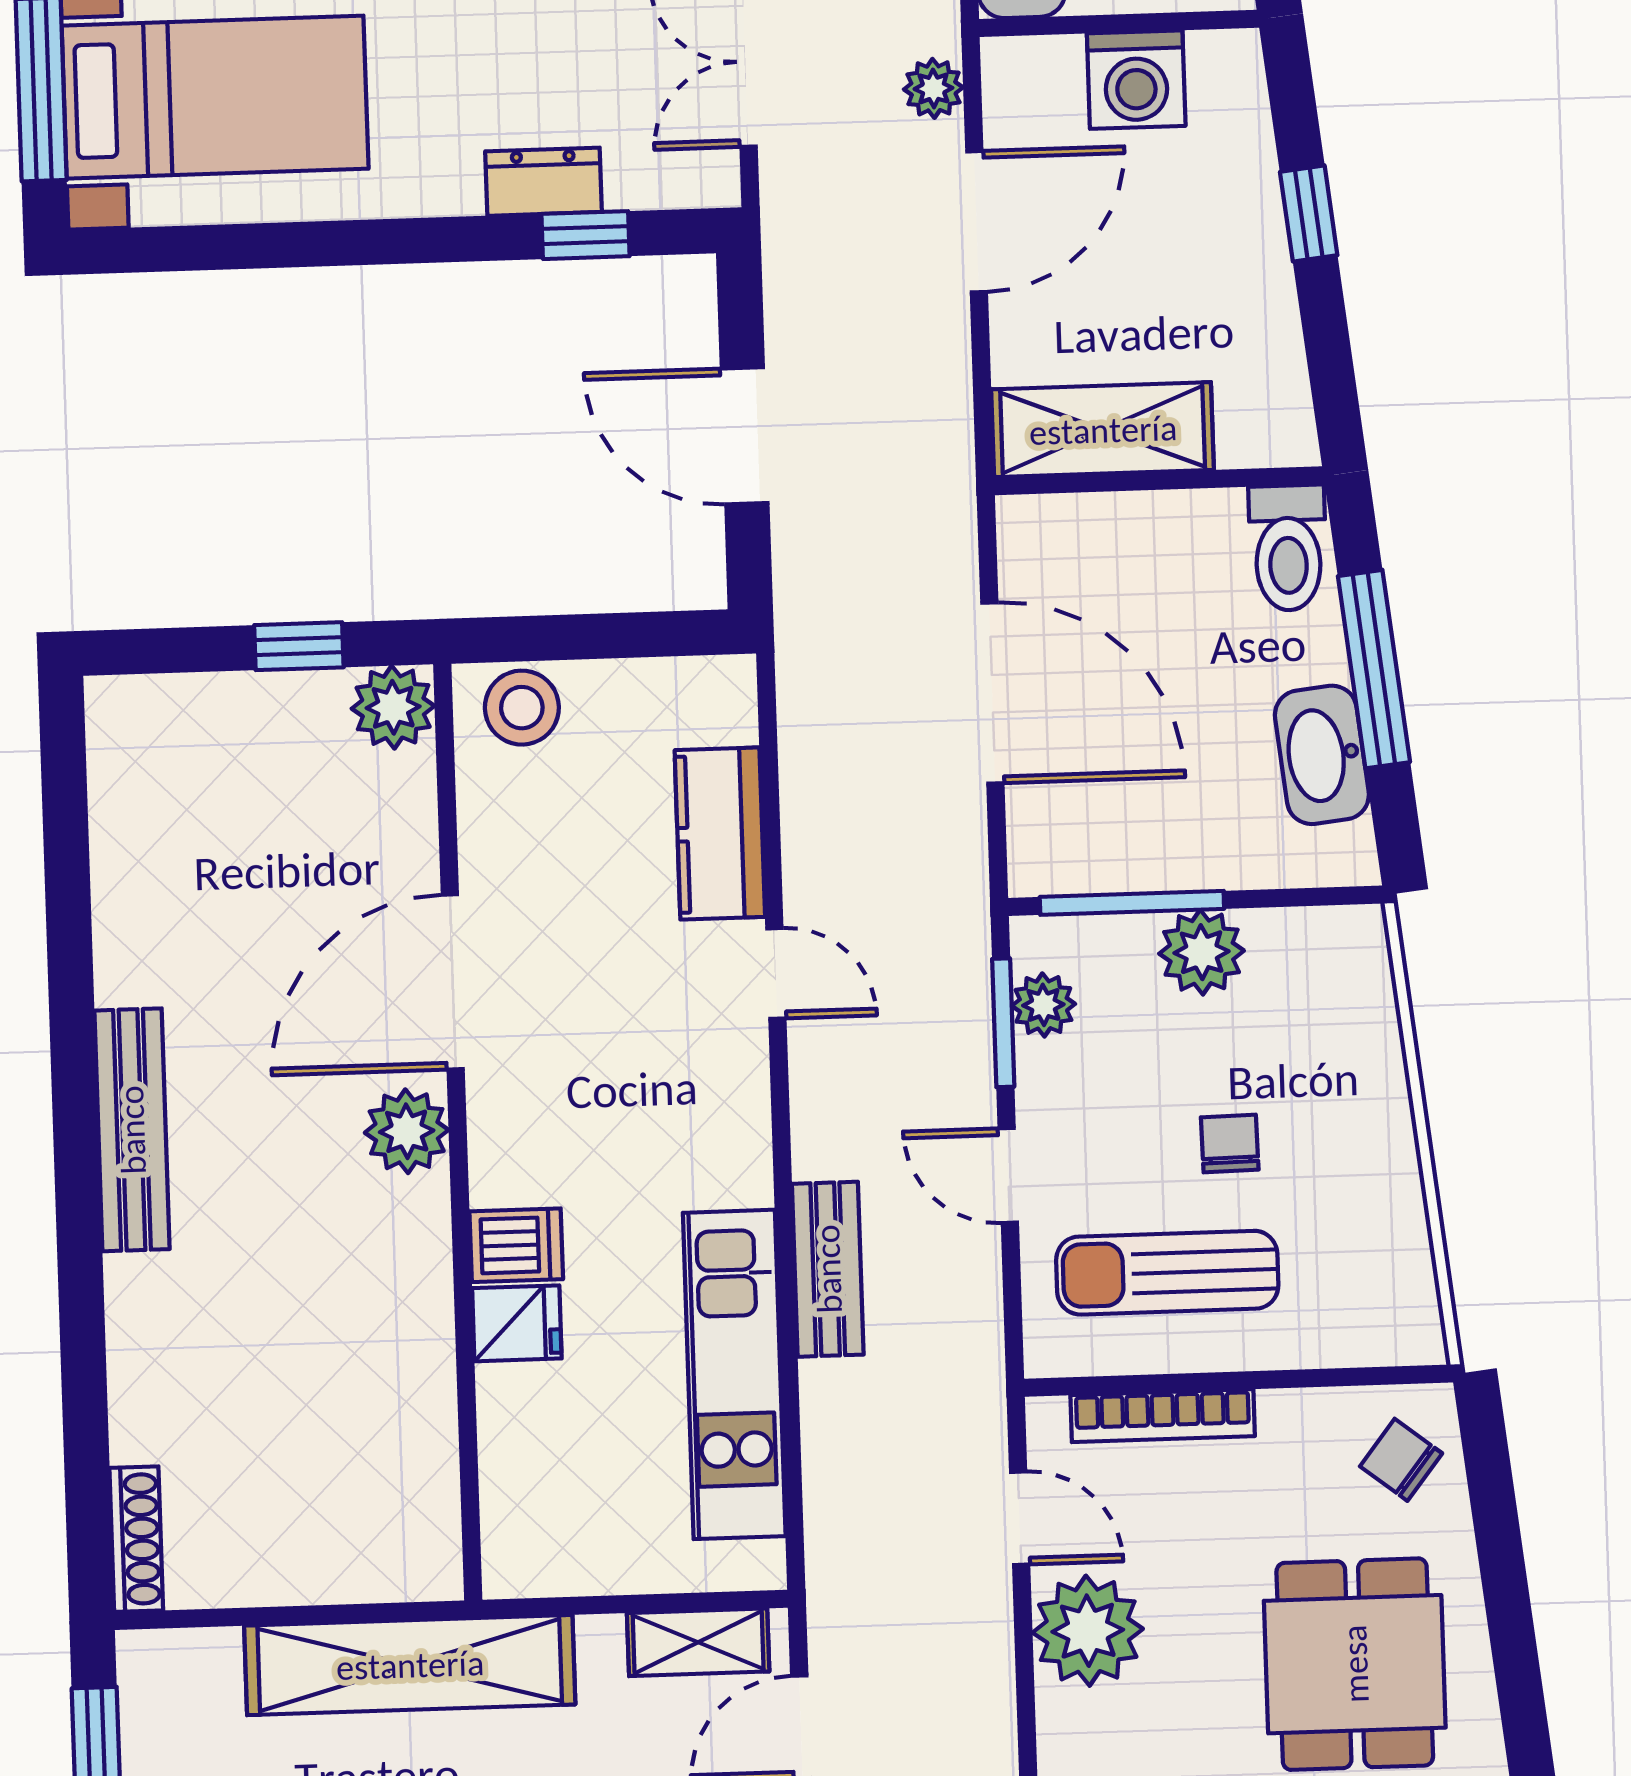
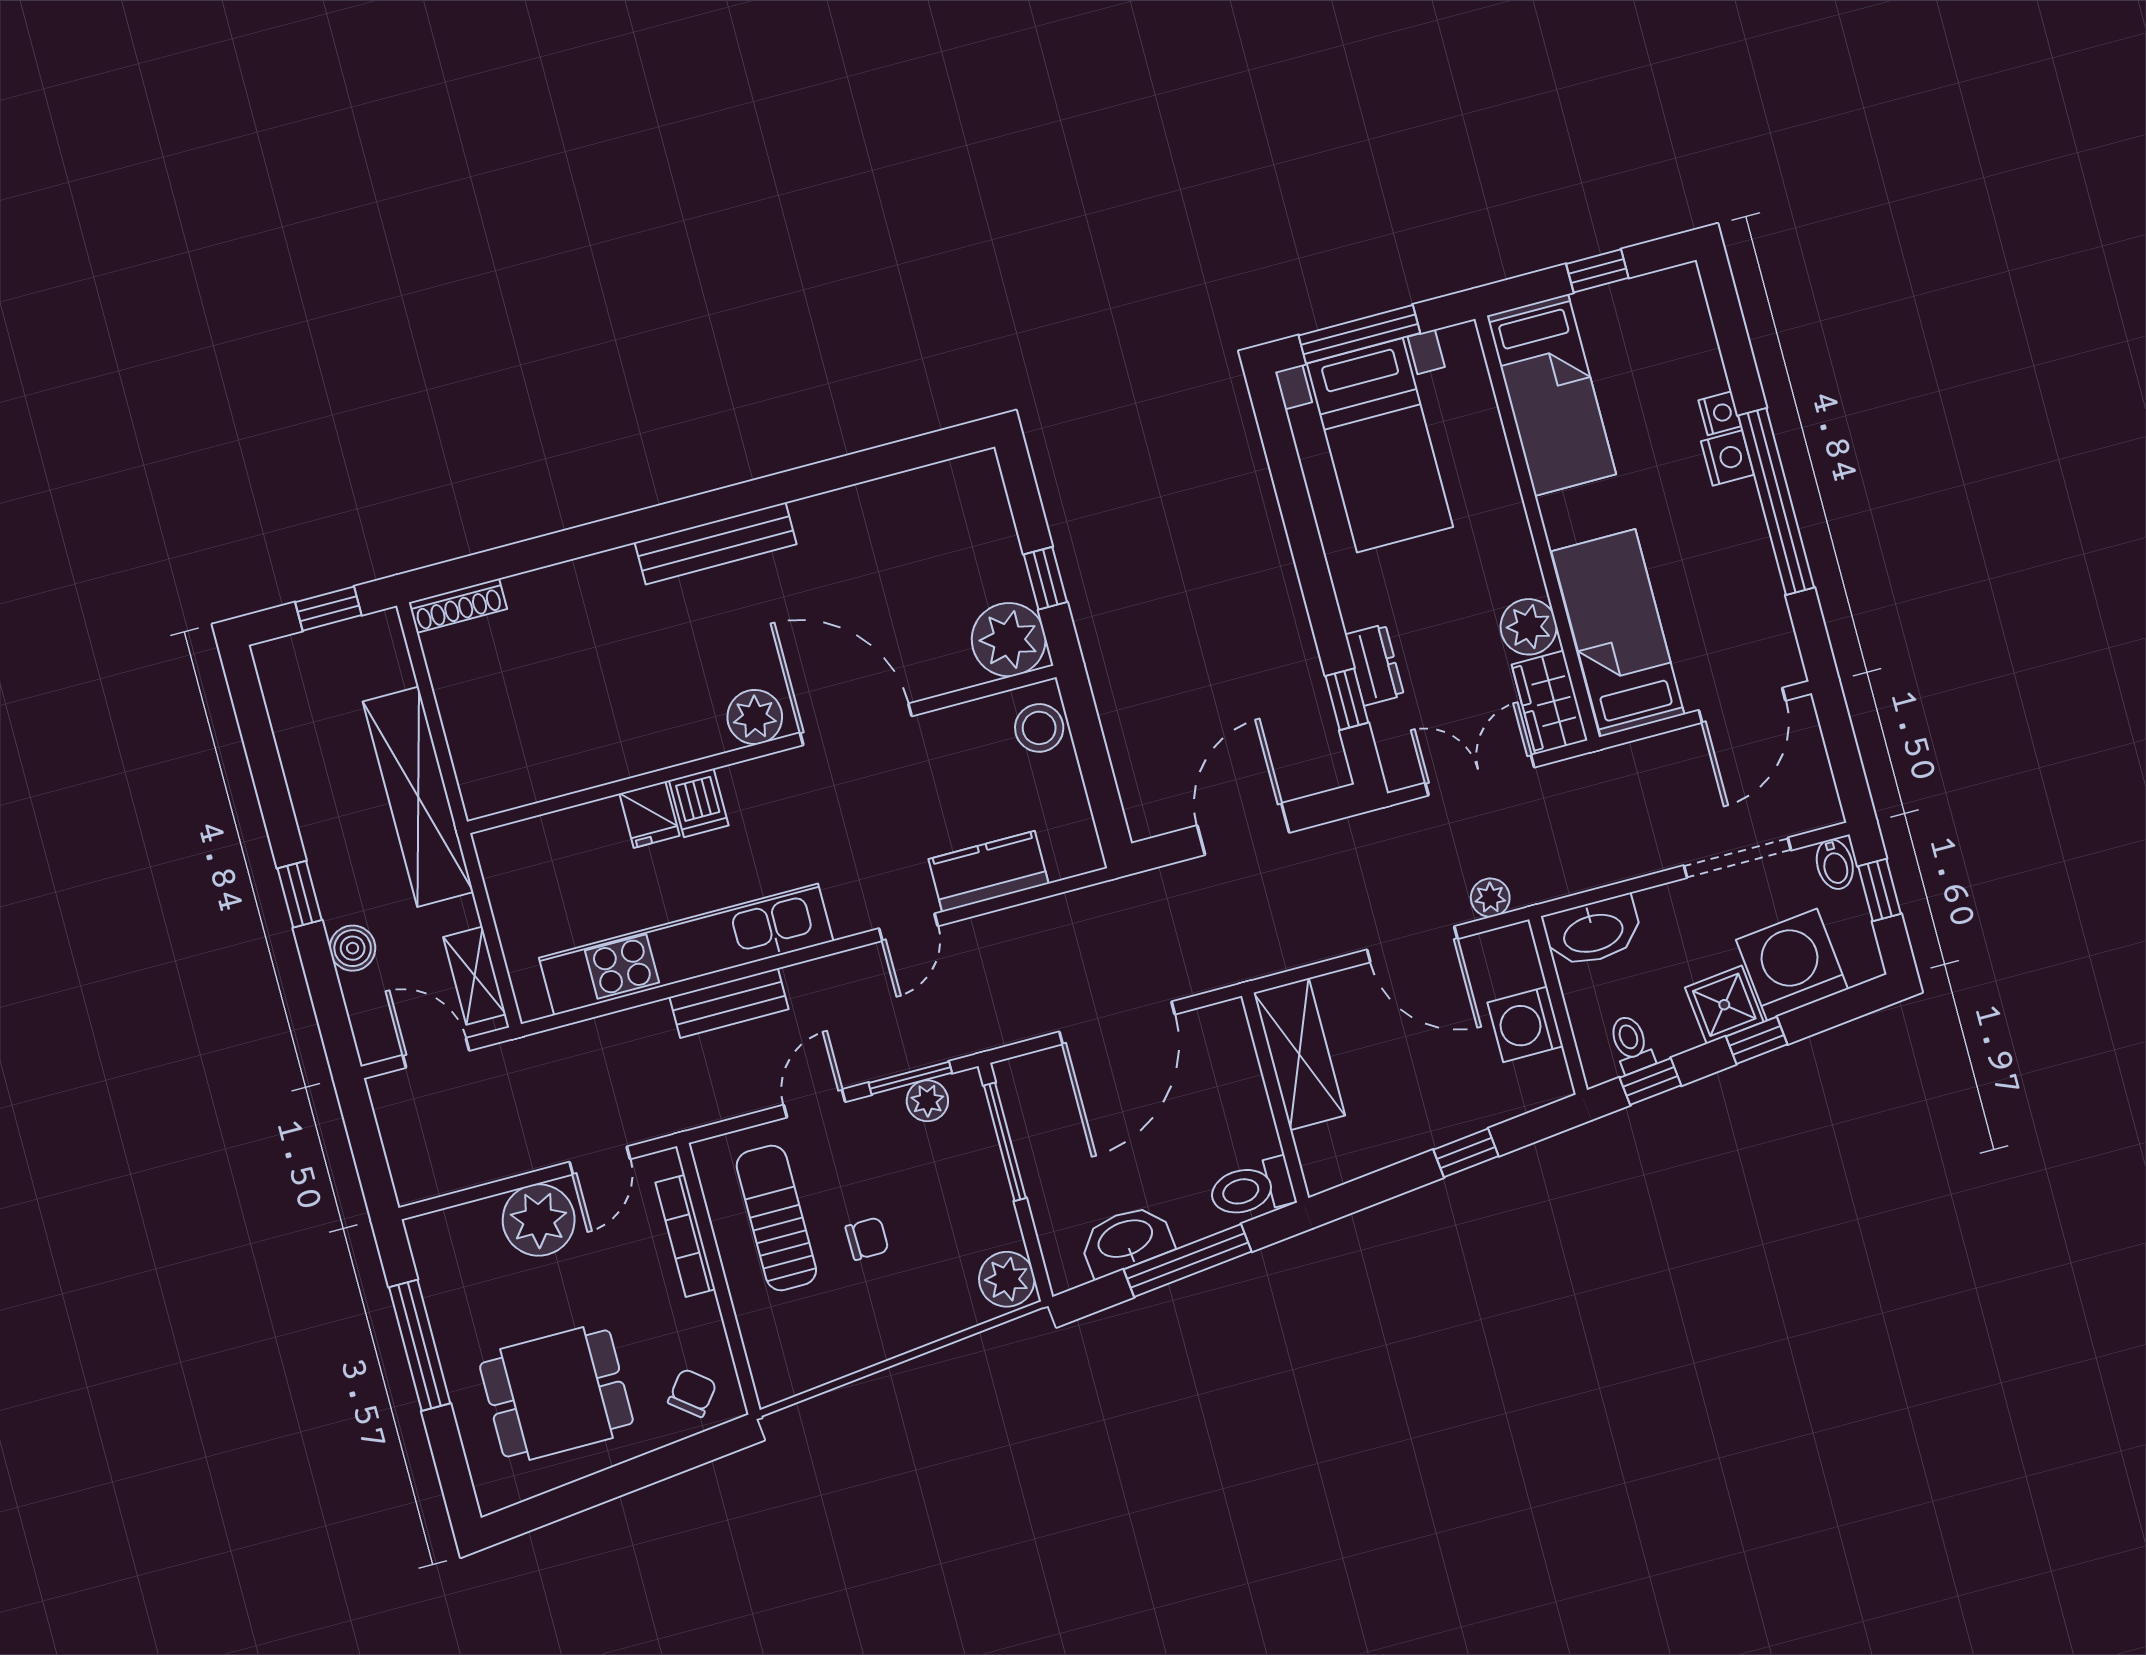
plant: (393, 707) -> (1009, 640), width x1.36, depth x1.36
plant: (1202, 952) -> (1007, 1279), moved
kitchen unit: (734, 1374) -> (686, 949), width x1.36

